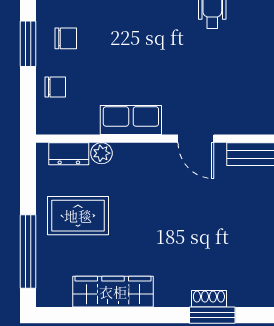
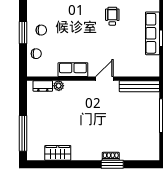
door: (196, 139) -> (104, 79), swing flipped
rug: (78, 216) -> (47, 116), removed
wardrobe: (113, 292) -> (58, 153), width x0.67

